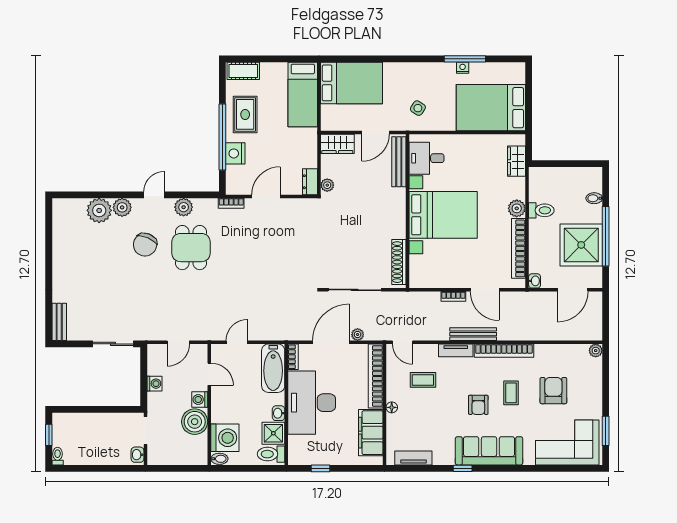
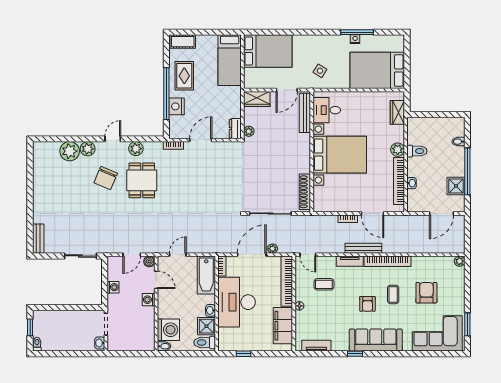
shower: (581, 245) -> (456, 186), width x0.54, depth x0.54
washbasin: (535, 281) -> (412, 183), moved
boiler: (195, 422) -> (149, 261), moved, width x0.54, depth x0.54

